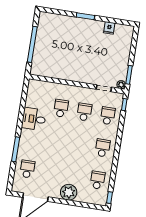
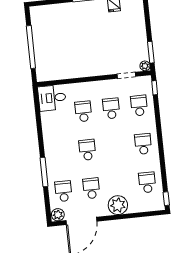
desk: (34, 119) -> (52, 98), moved
school desk: (56, 141) -> (87, 150), added
school desk: (51, 173) -> (91, 188), added
plant: (18, 187) -> (58, 215), added

